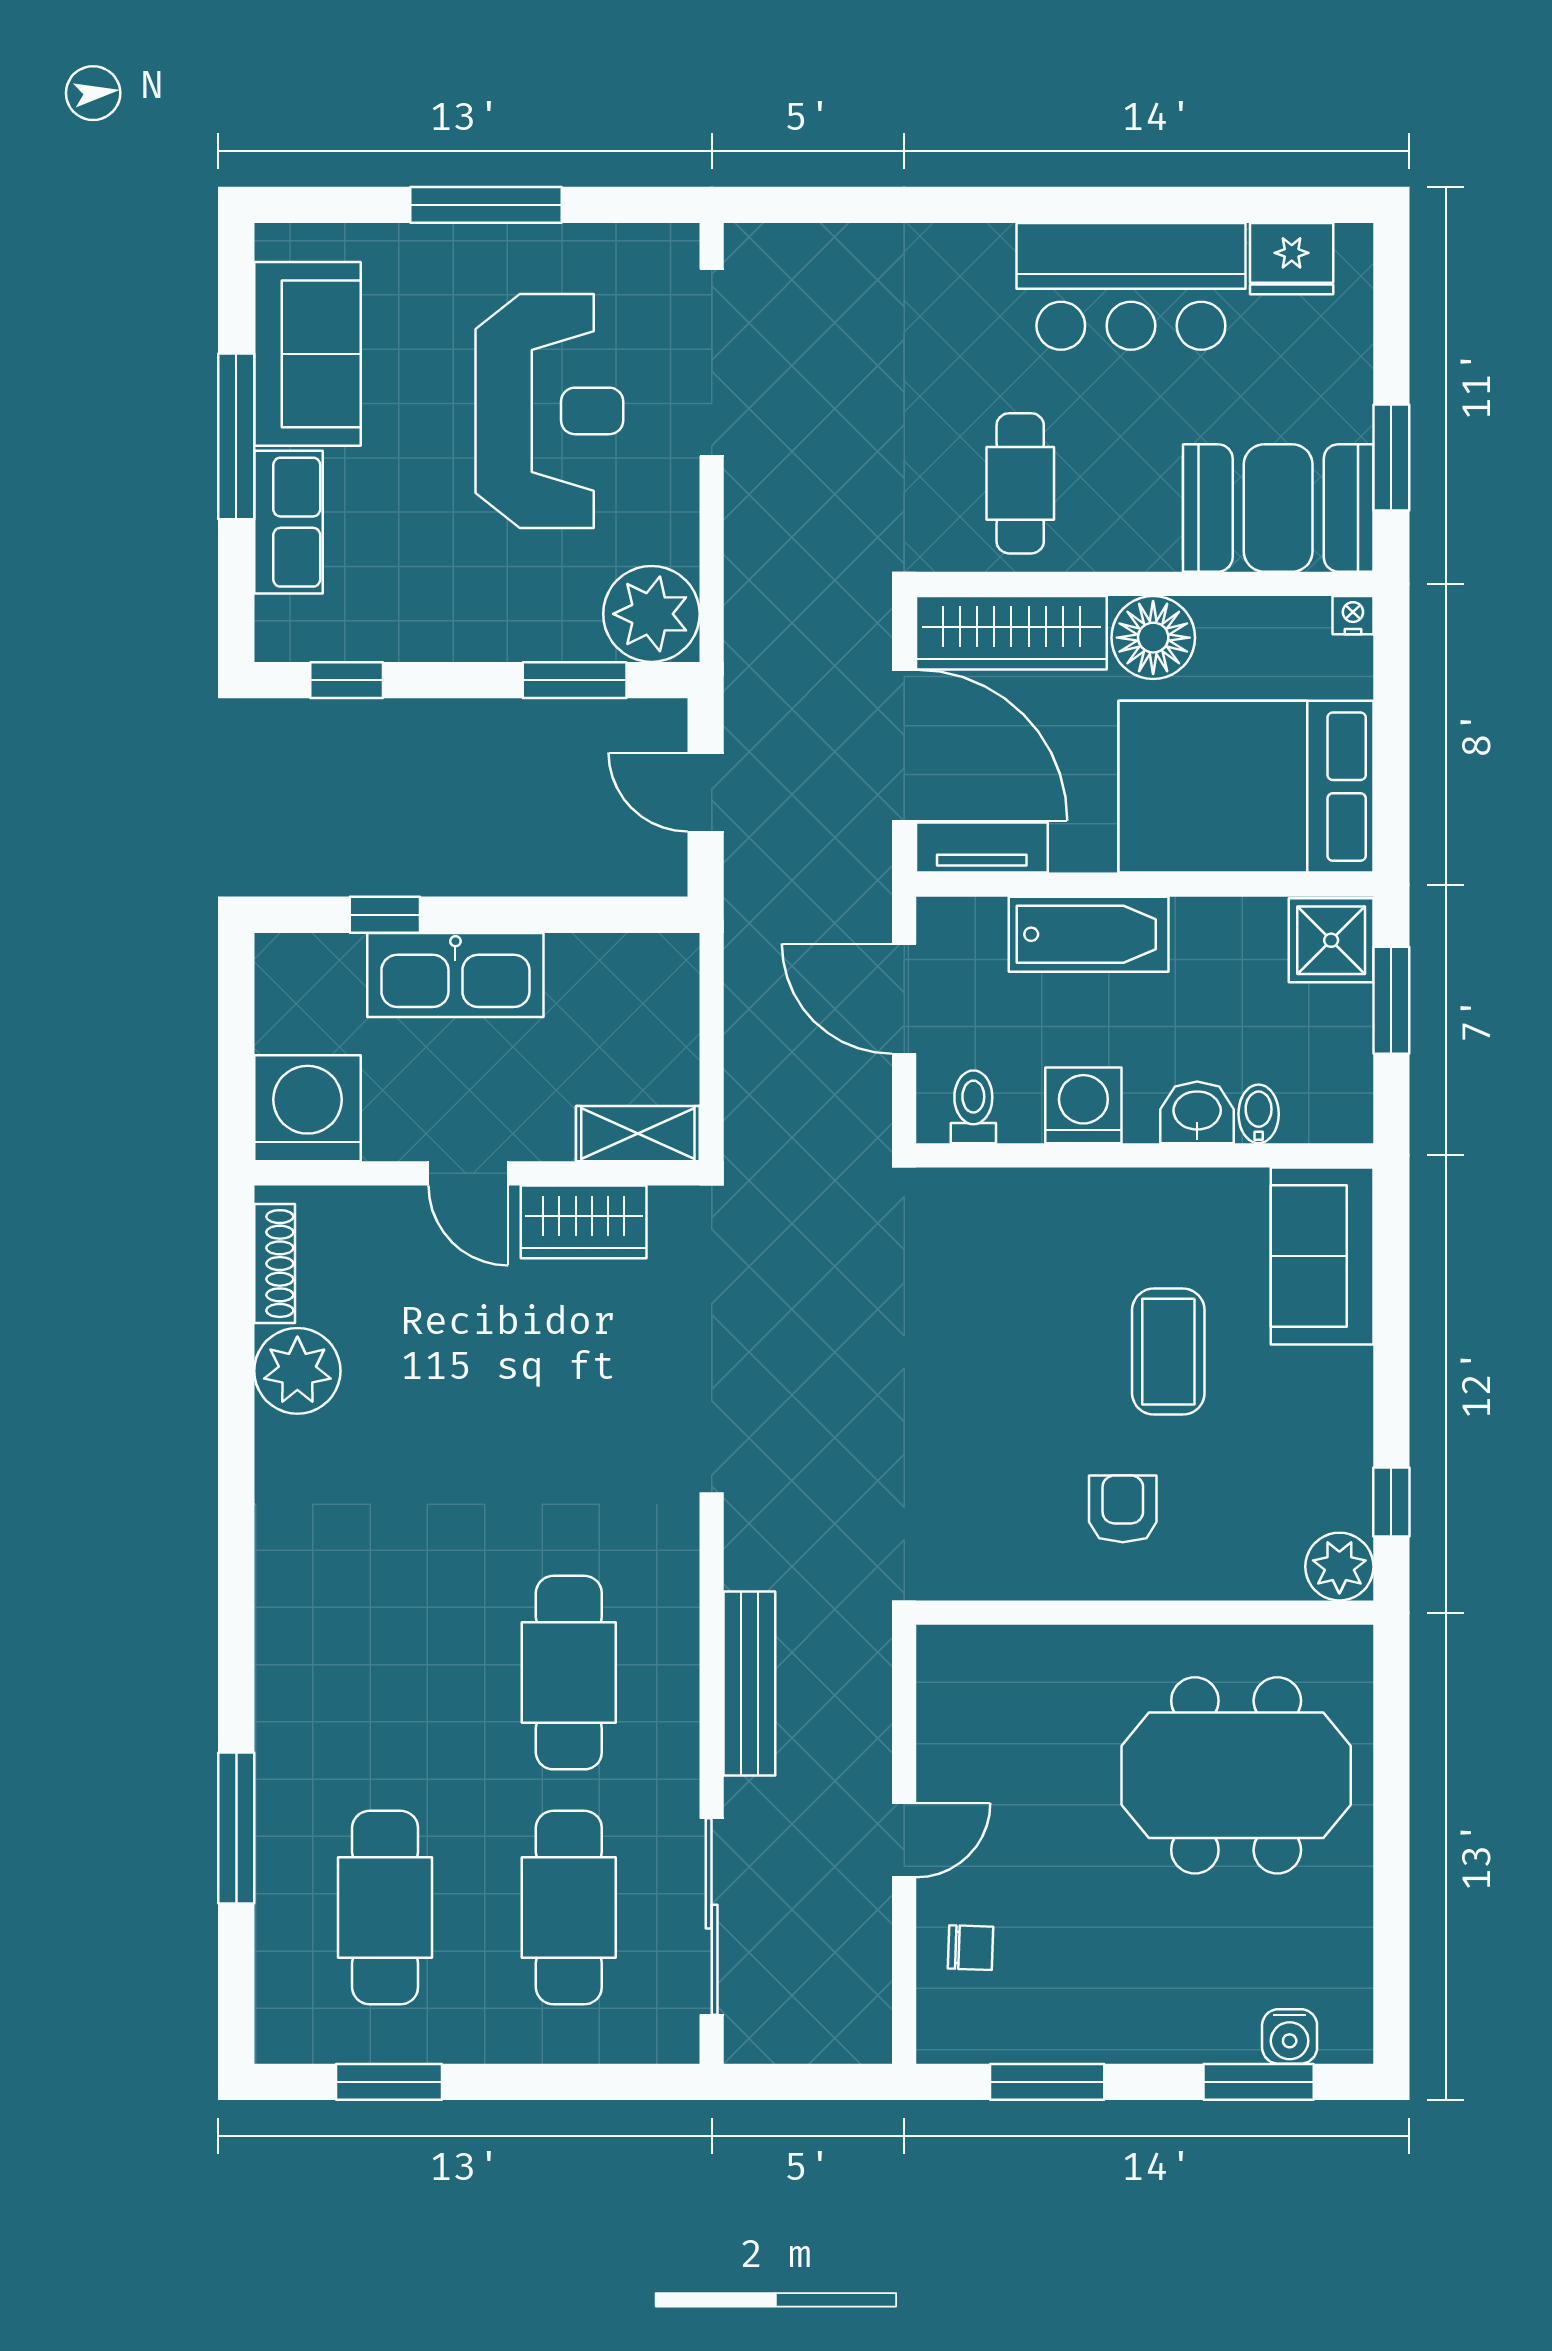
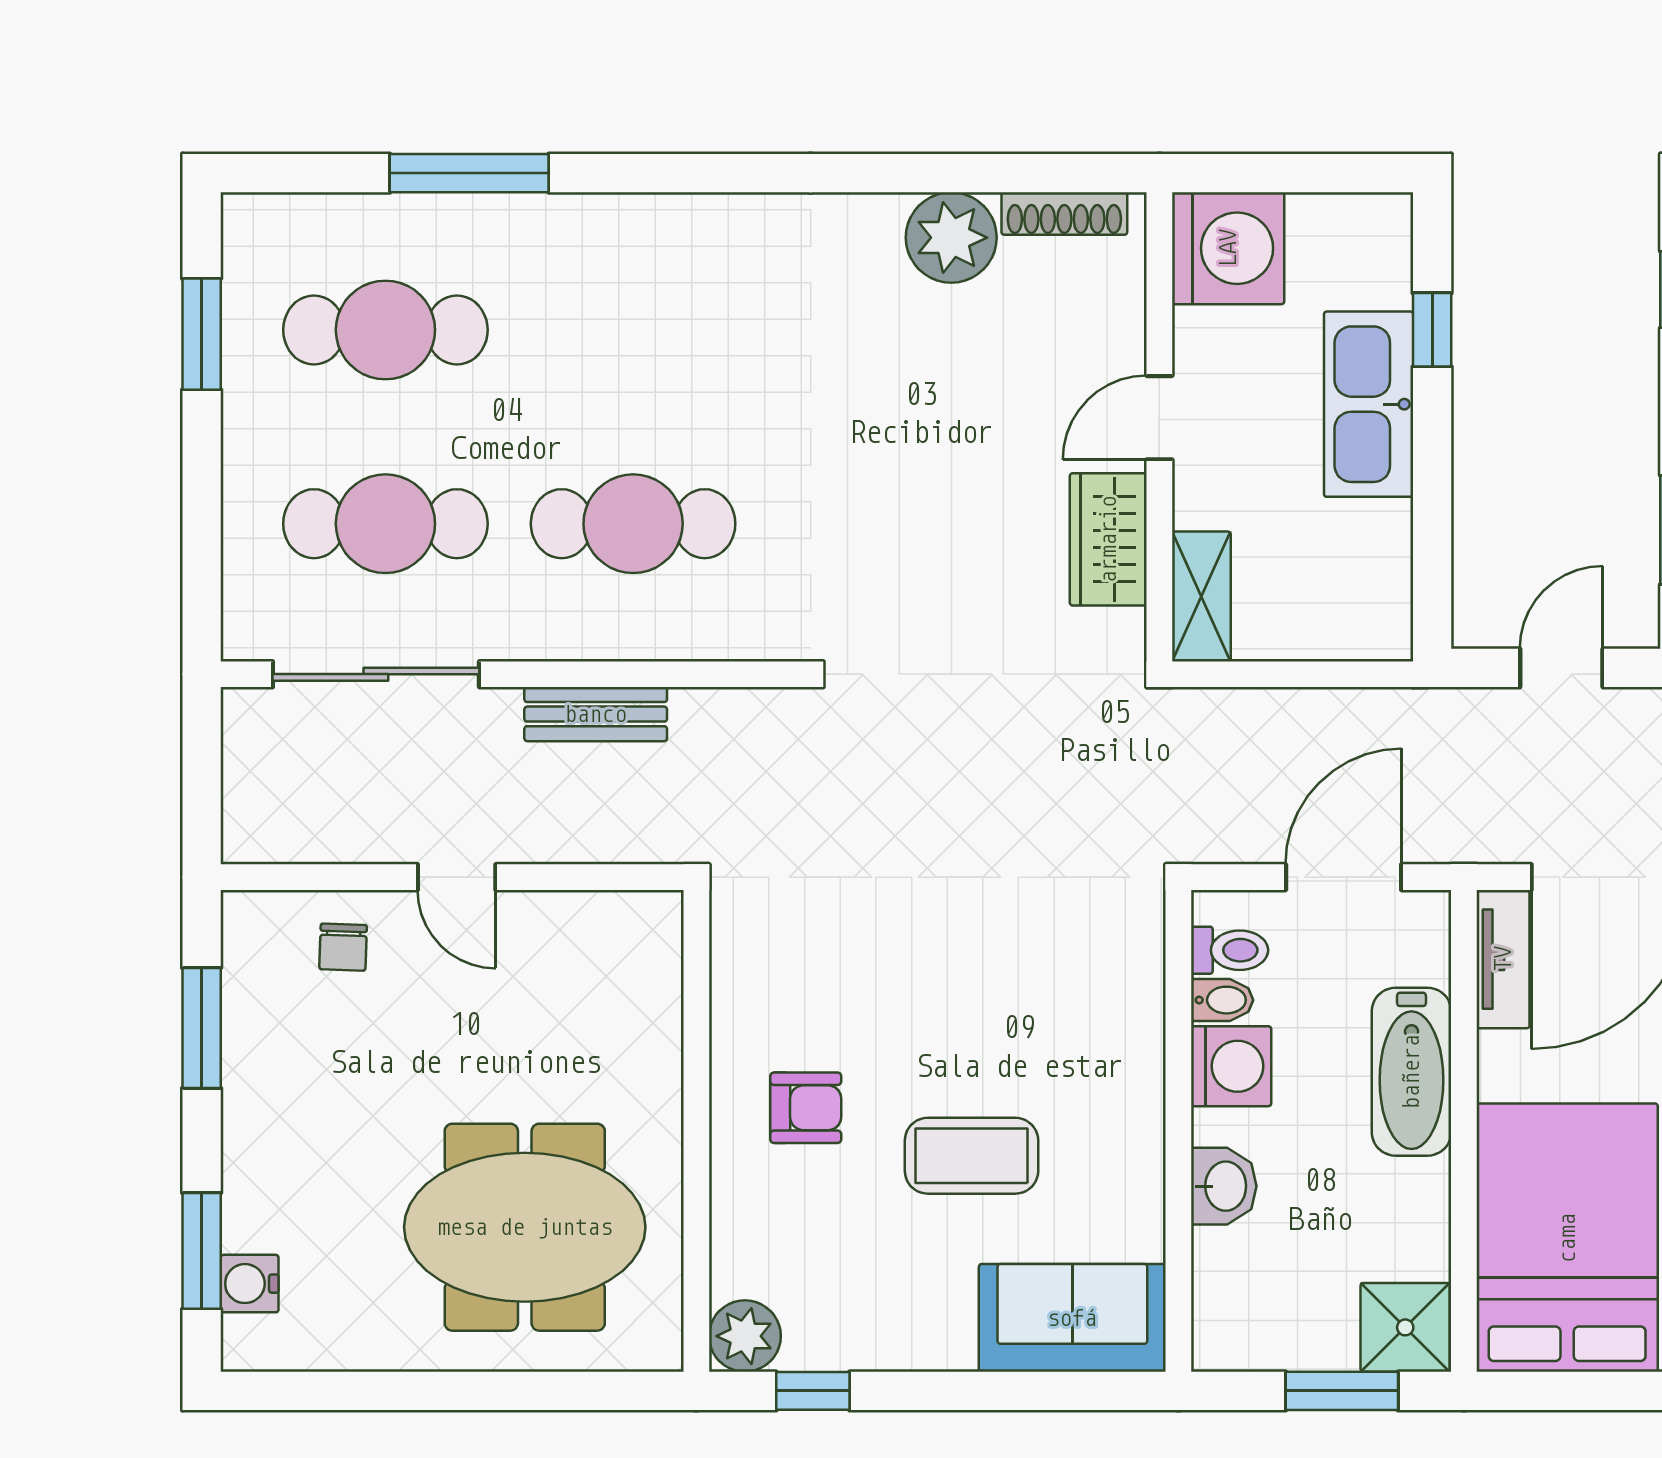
bidet: (1259, 1114) -> (1222, 1000), moved
bench: (749, 1684) -> (596, 714), width x0.73
meeting table: (1236, 1775) -> (525, 1227), turned 90

